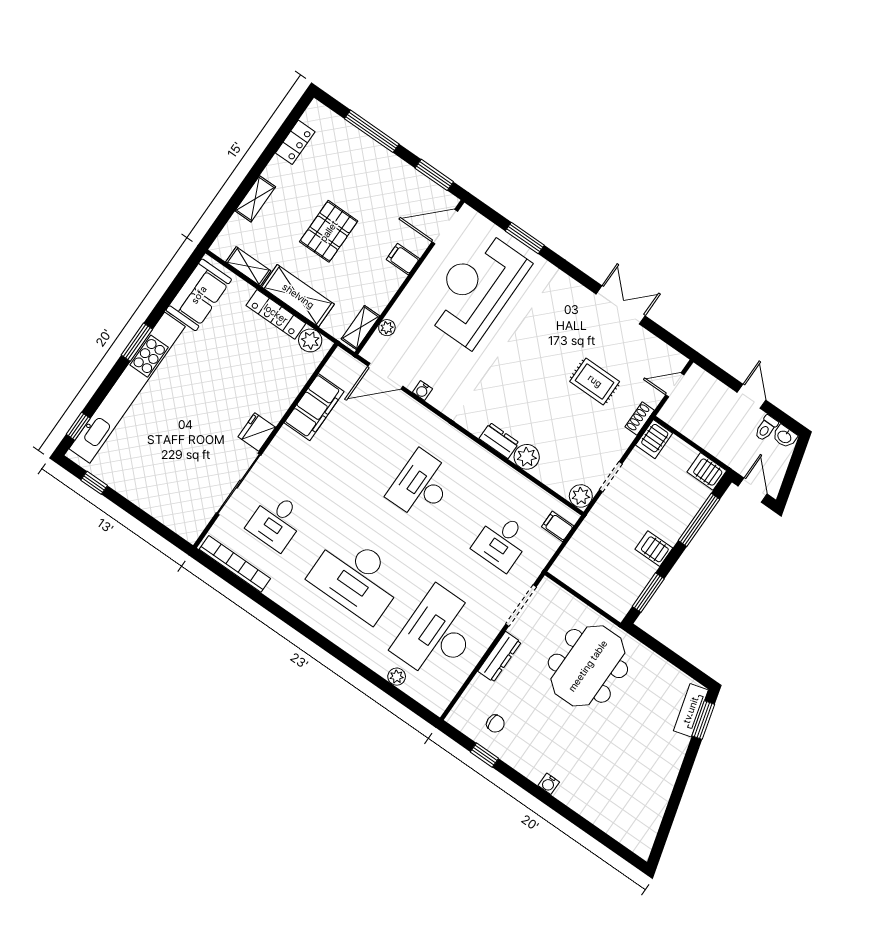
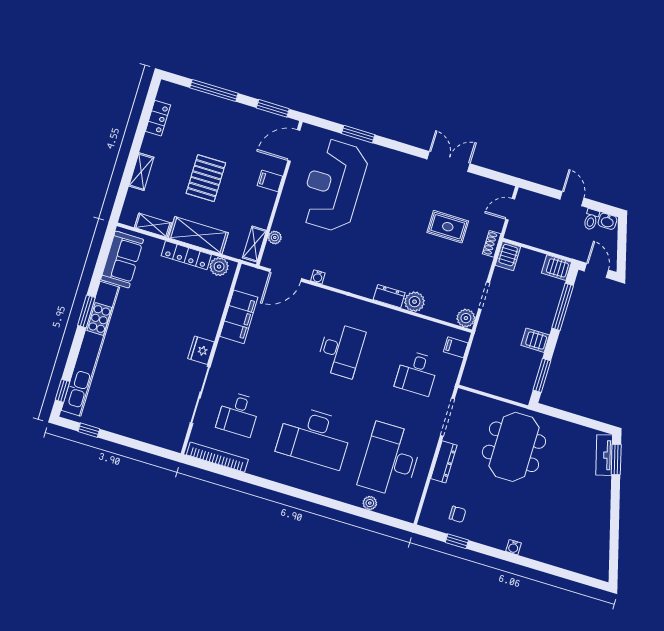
desk: (421, 485) -> (341, 350), turned 180

